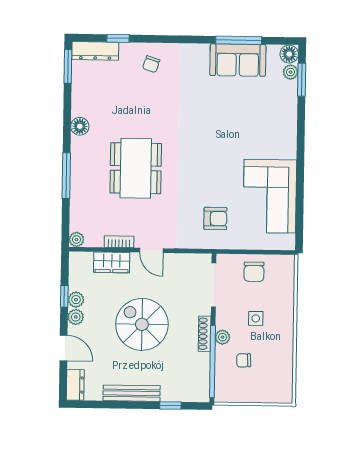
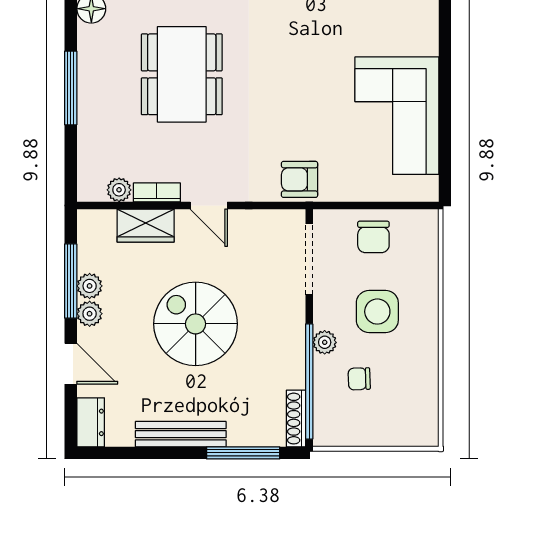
armchair: (215, 218) -> (300, 179), moved, turned 180
plant: (76, 239) -> (119, 190), moved
window: (64, 296) -> (71, 281), width x2.17
side table: (256, 318) -> (377, 312), width x1.87, depth x1.87
shoe rack: (205, 334) -> (296, 419), moved
window: (170, 406) -> (243, 453), width x2.17

